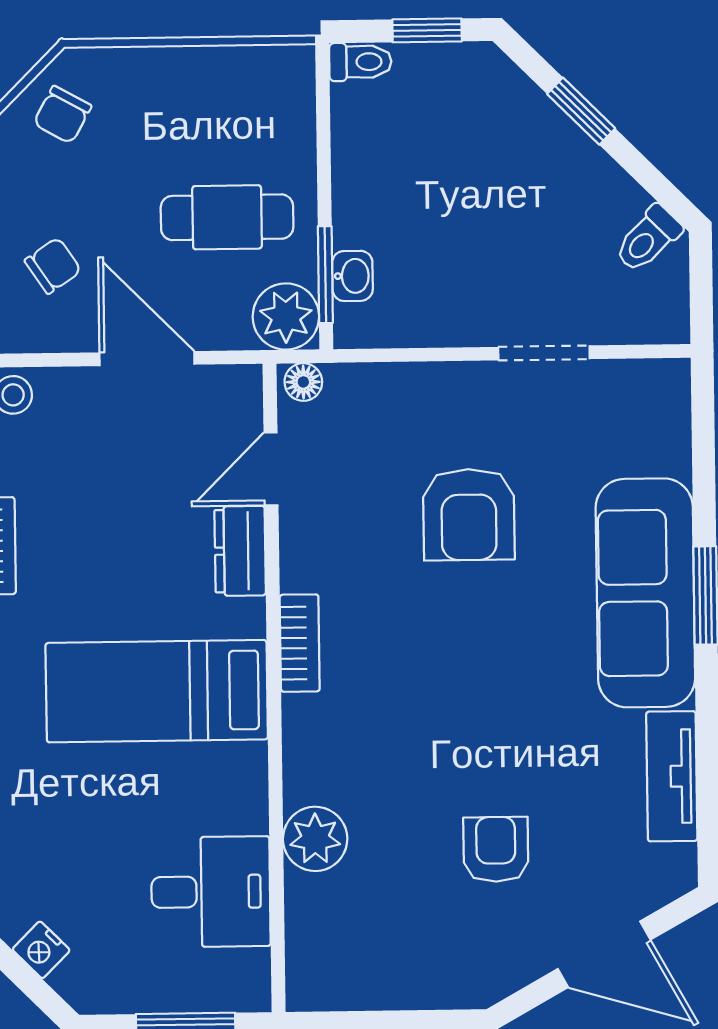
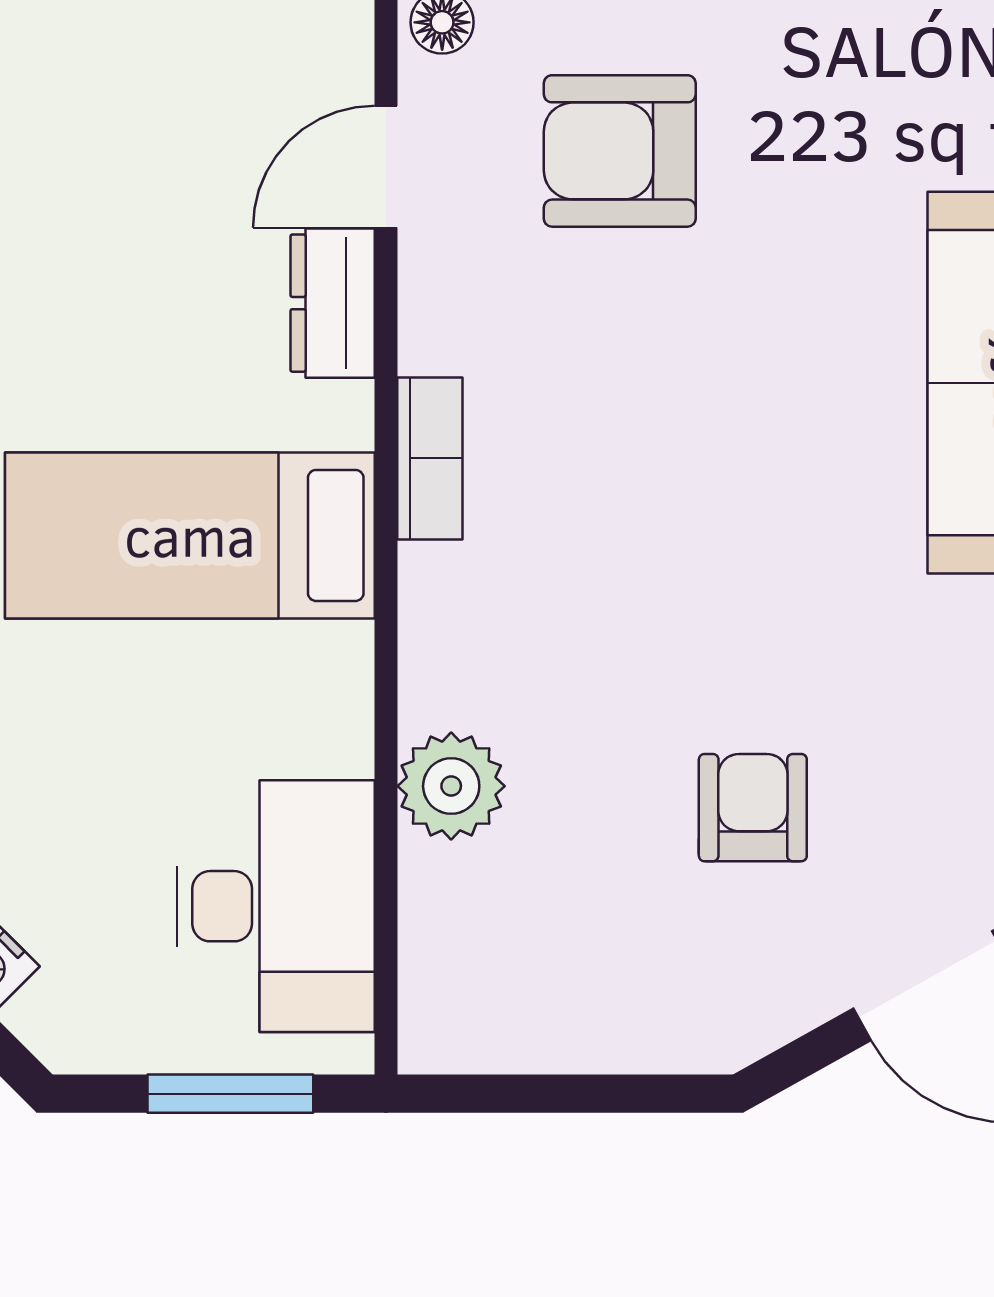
armchair: (469, 515) -> (620, 151), moved, turned 90
desk: (211, 892) -> (276, 906), width x1.37

